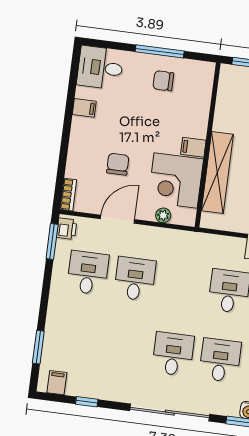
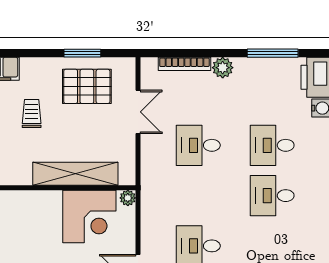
filing cabinet: (193, 147) -> (52, 202), removed
plant: (163, 215) -> (128, 198), moved

